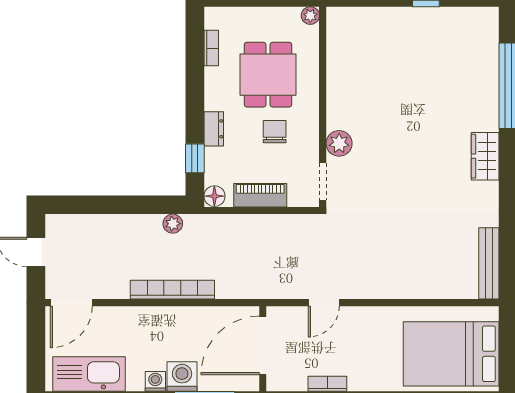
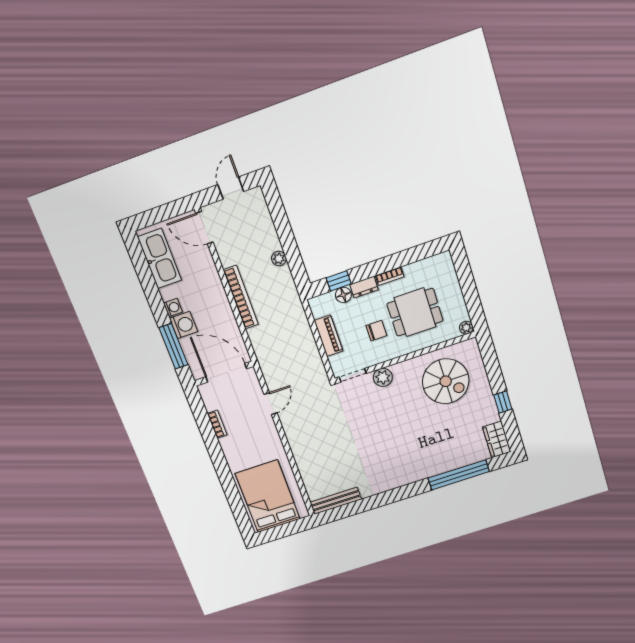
bookcase: (211, 48) -> (390, 276), moved
spiral stairs: (372, 63) -> (446, 381), added
wardrobe: (485, 156) -> (497, 439), moved, turned -90
floor lamp: (214, 196) -> (343, 295), moved
plant: (173, 224) -> (279, 259), moved
door: (324, 303) -> (270, 404), swing flipped

